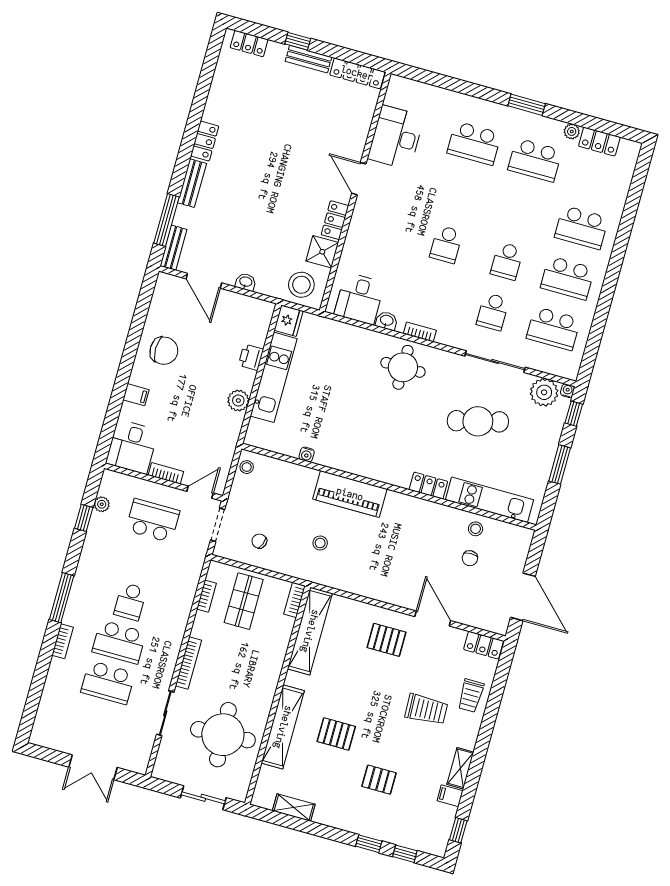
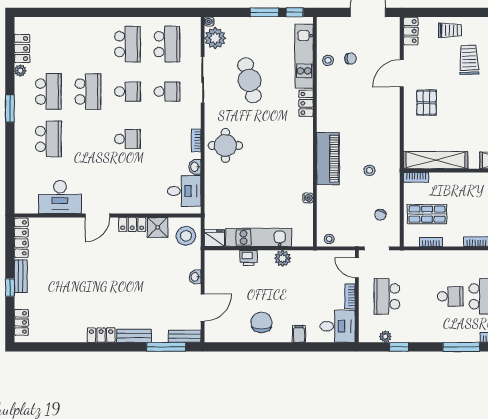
school desk: (582, 227) -> (88, 92), moved
window: (574, 414) -> (295, 12), moved

